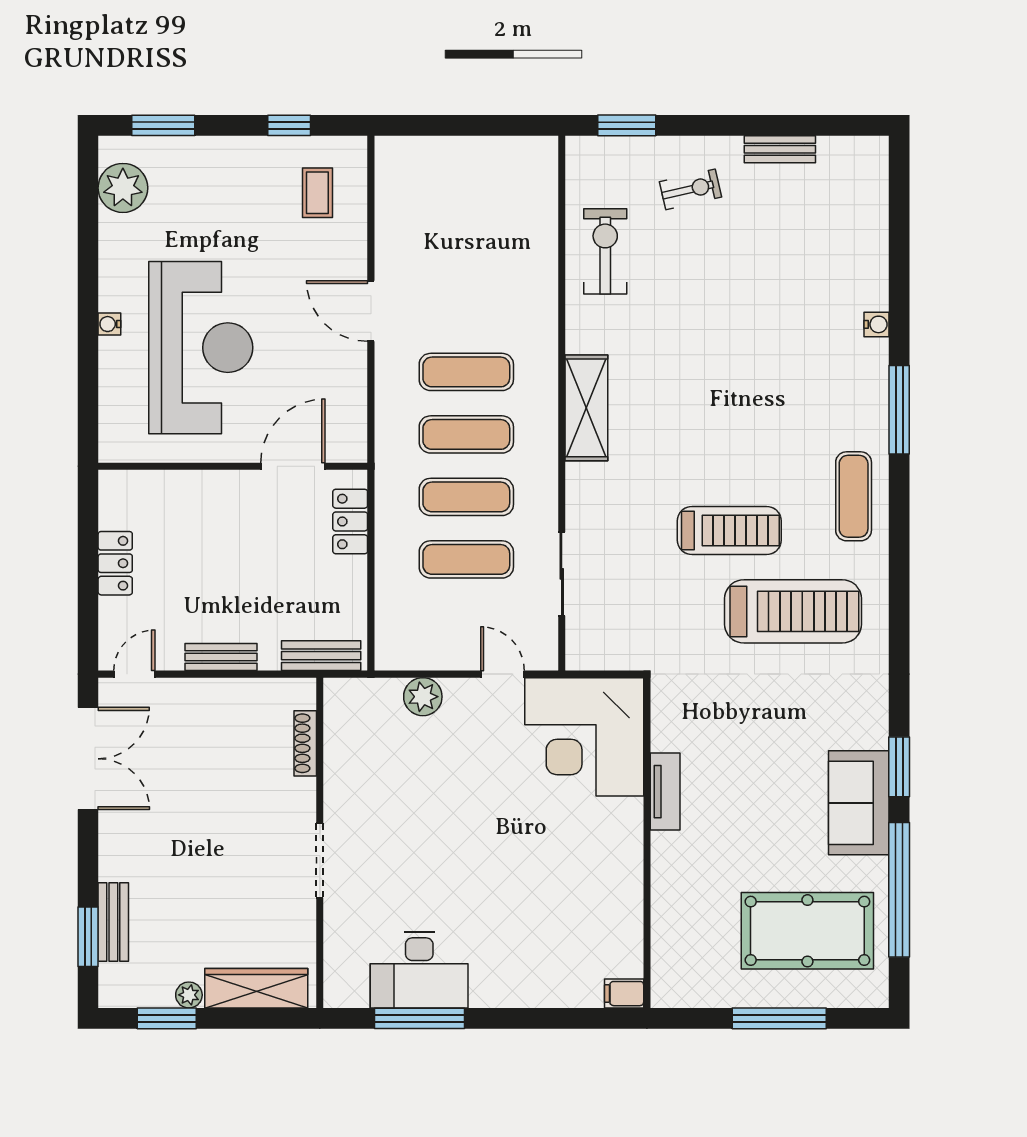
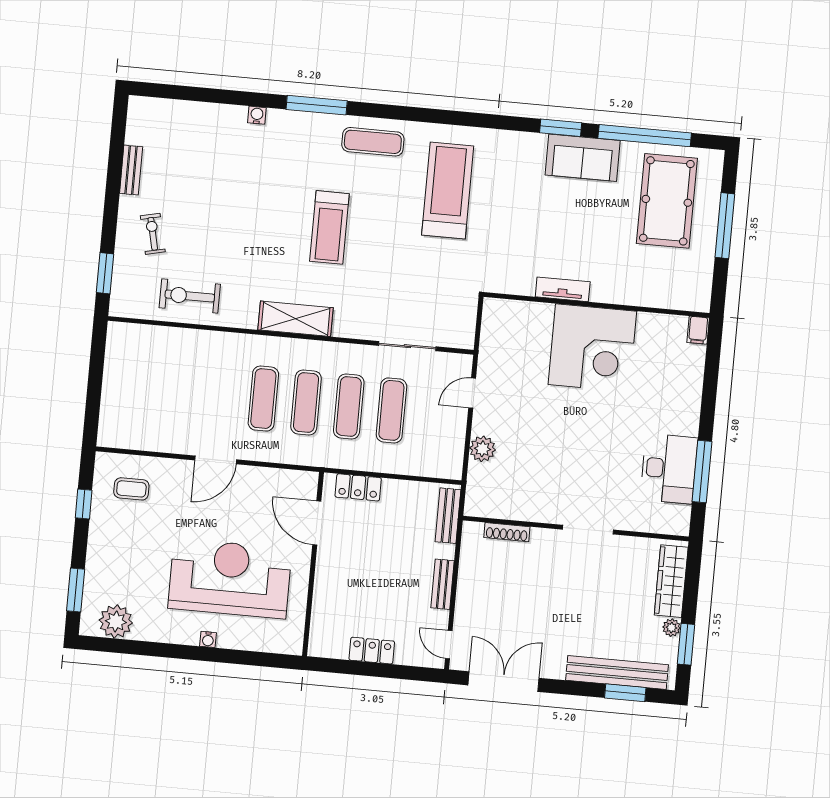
treadmill: (729, 530) -> (329, 227), moved, turned 180
corner desk: (584, 737) -> (592, 348), moved
bench: (113, 922) -> (617, 672), width x1.86, depth x1.21

